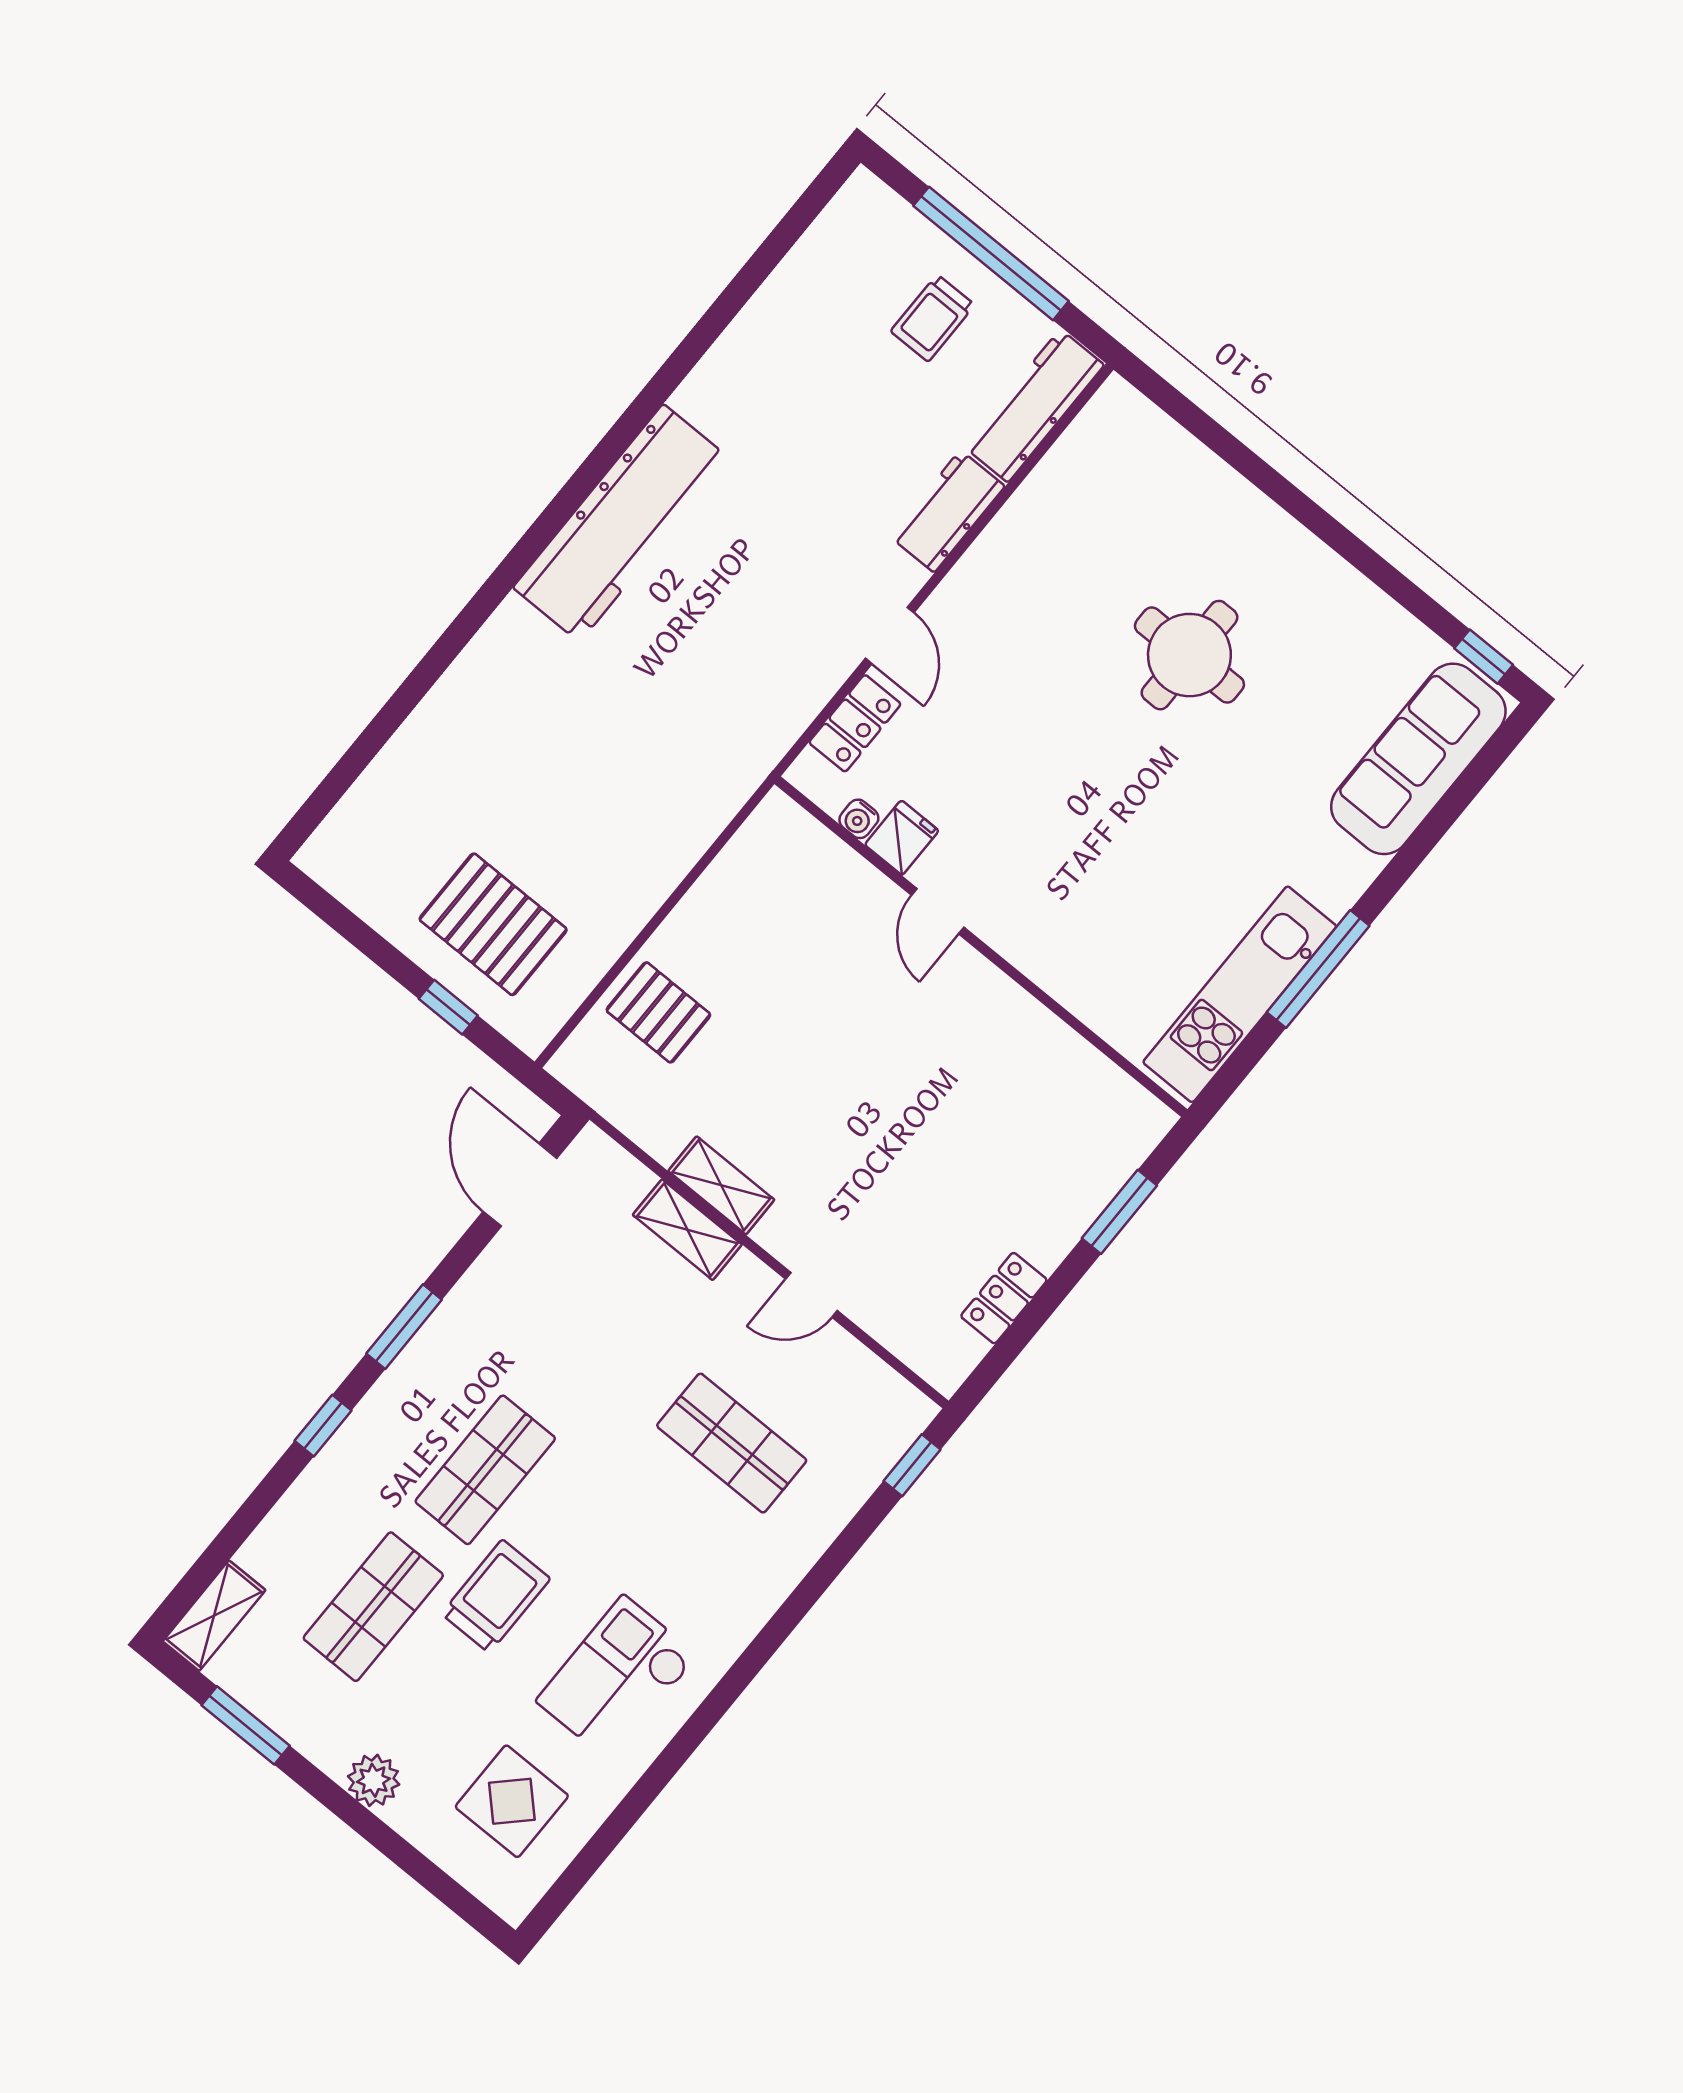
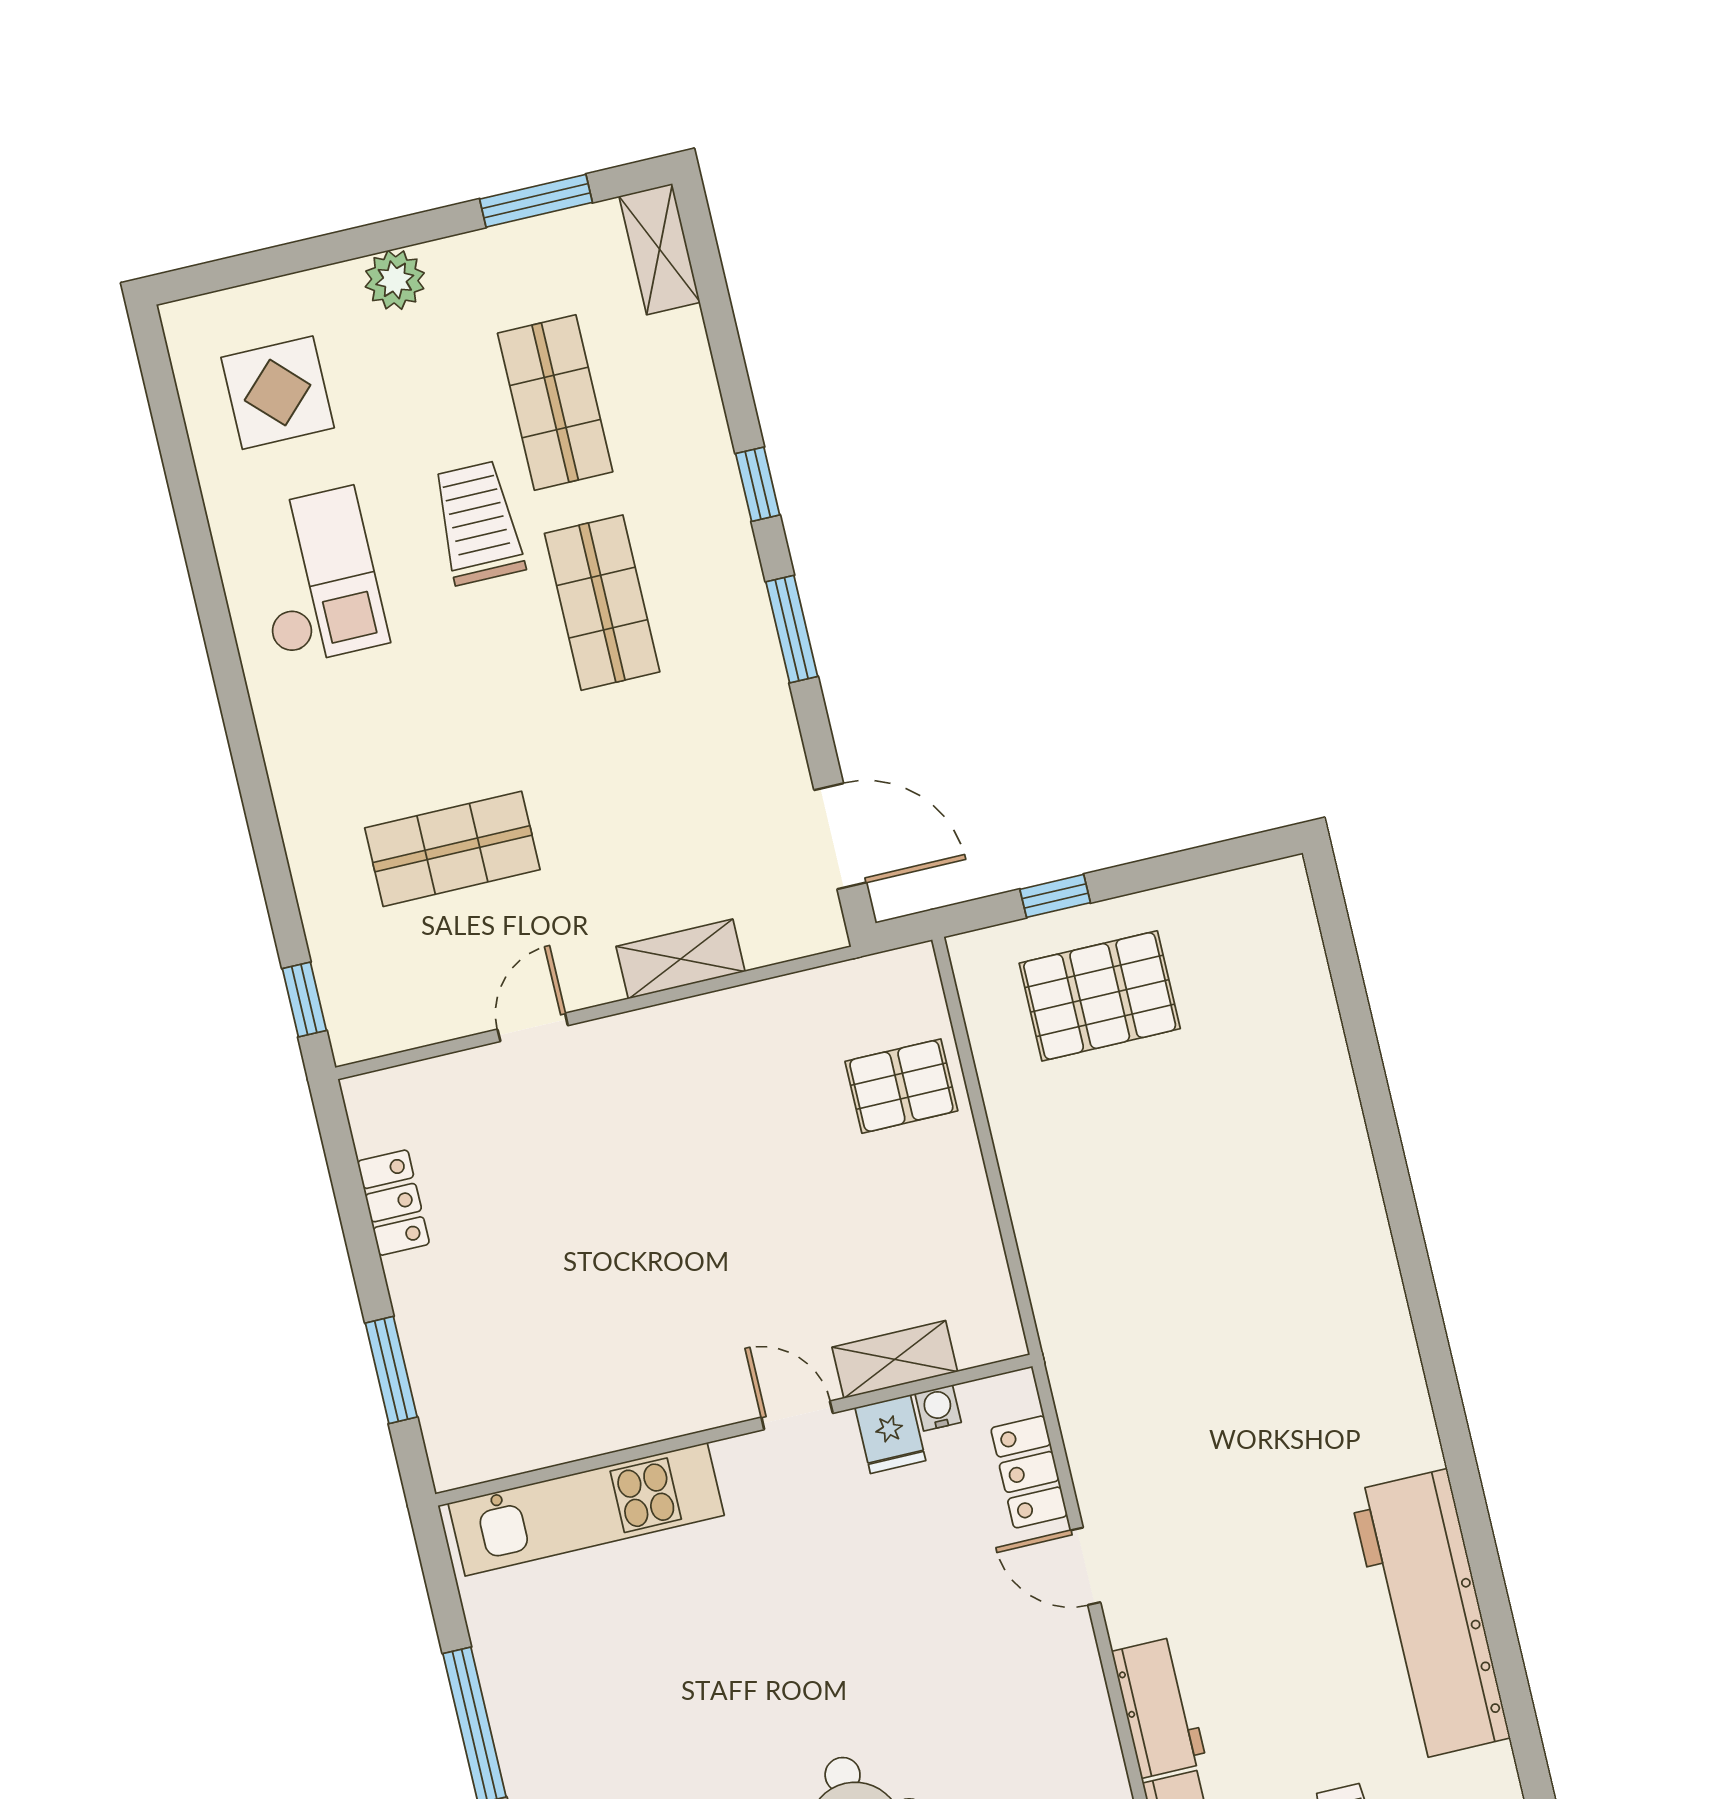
workbench: (621, 523) -> (1430, 1615), moved
kitchen unit: (1240, 994) -> (586, 1509), moved, turned 90
shelving: (721, 1185) -> (895, 1359), moved
trolley: (496, 1596) -> (478, 523), turned 180

